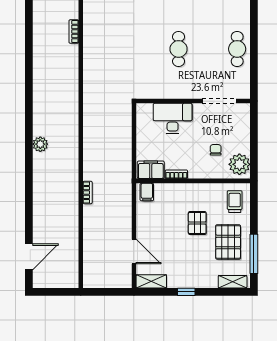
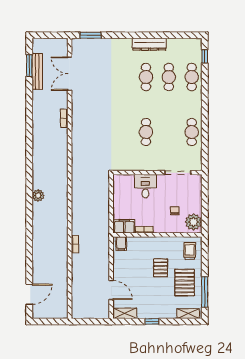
desk: (173, 118) -> (145, 186), width x0.73
plant: (40, 144) -> (38, 195), moved

